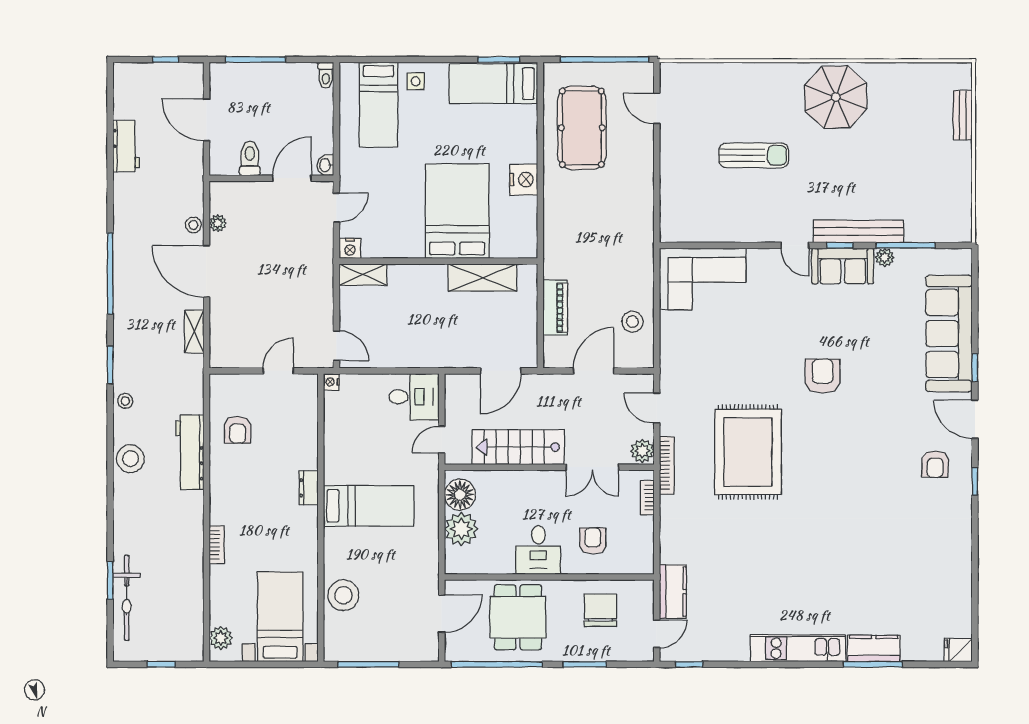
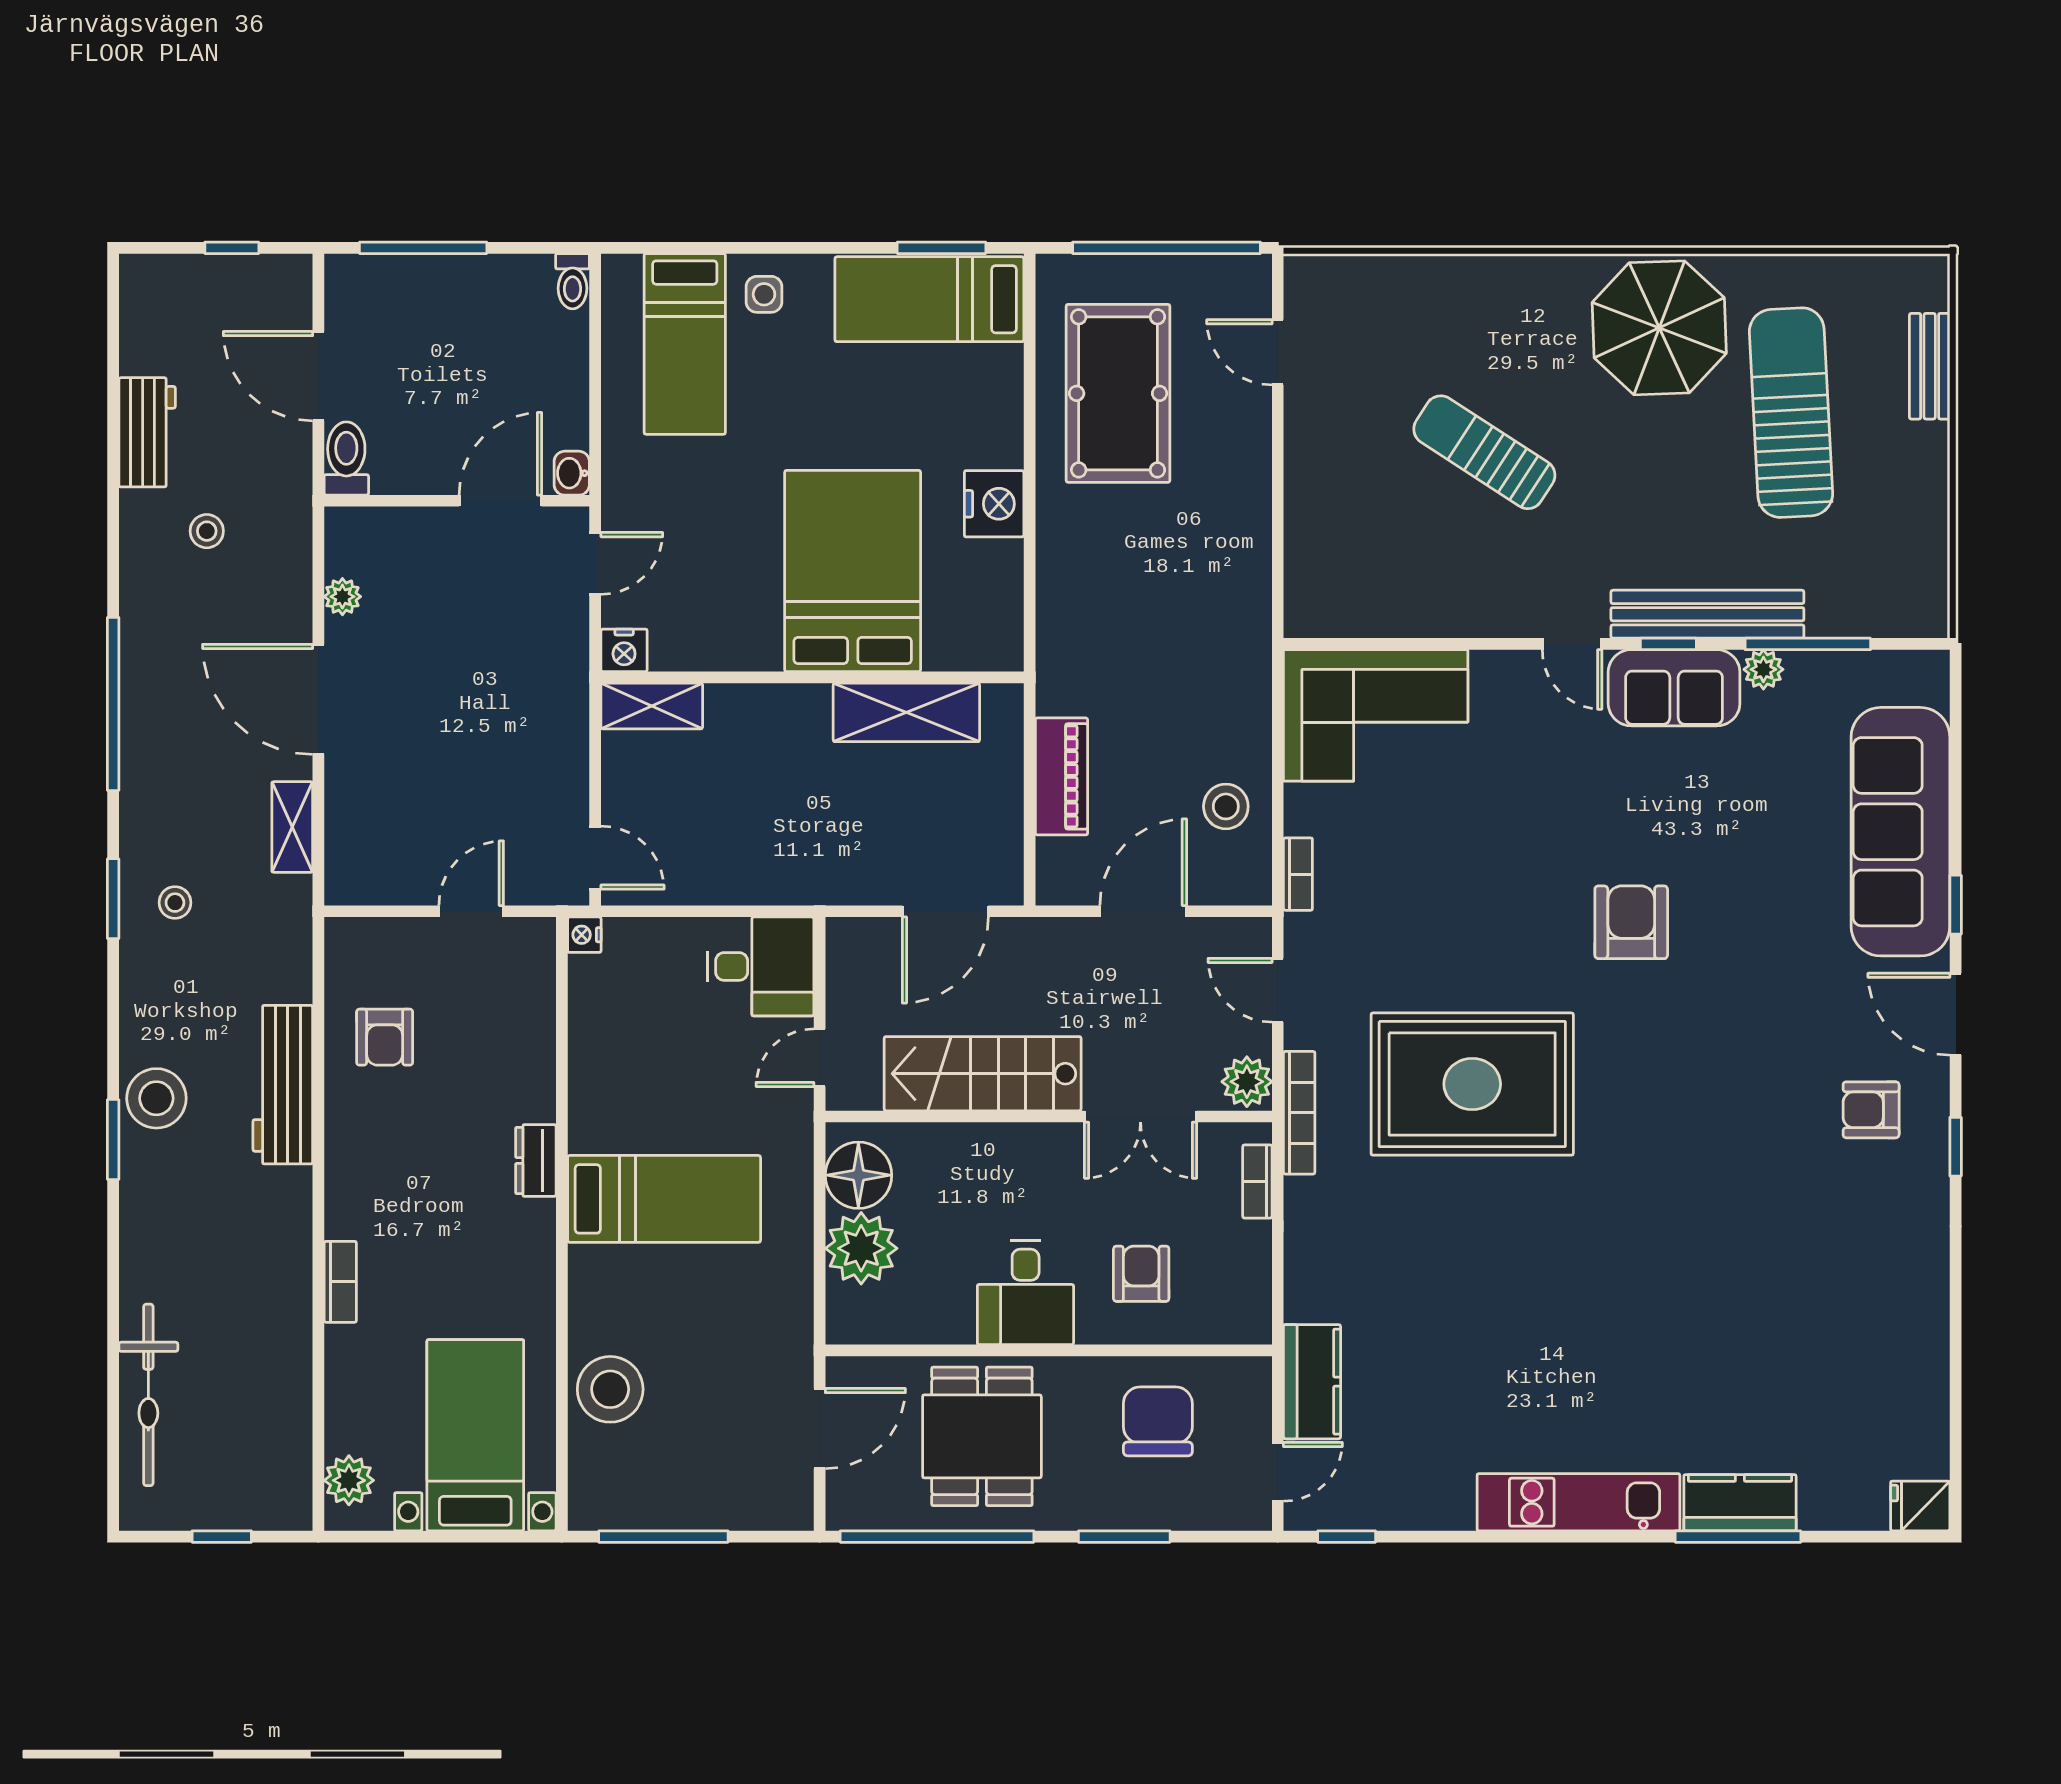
sun lounger: (898, 137) -> (1791, 413), added
sun lounger: (754, 155) -> (1484, 452), turned -147
toilet: (250, 158) -> (346, 458), moved
stool: (193, 225) -> (207, 531), moved
bookcase: (666, 353) -> (1298, 874), added
stool: (125, 401) -> (175, 903), moved
rug: (748, 452) -> (1472, 1084), turned 90
armchair: (935, 464) -> (1871, 1110), turned 88
window: (110, 581) -> (113, 1140), moved

